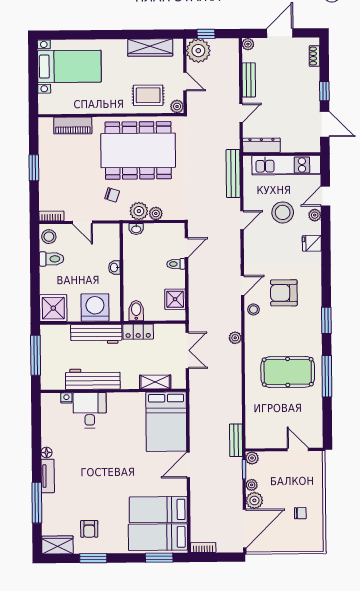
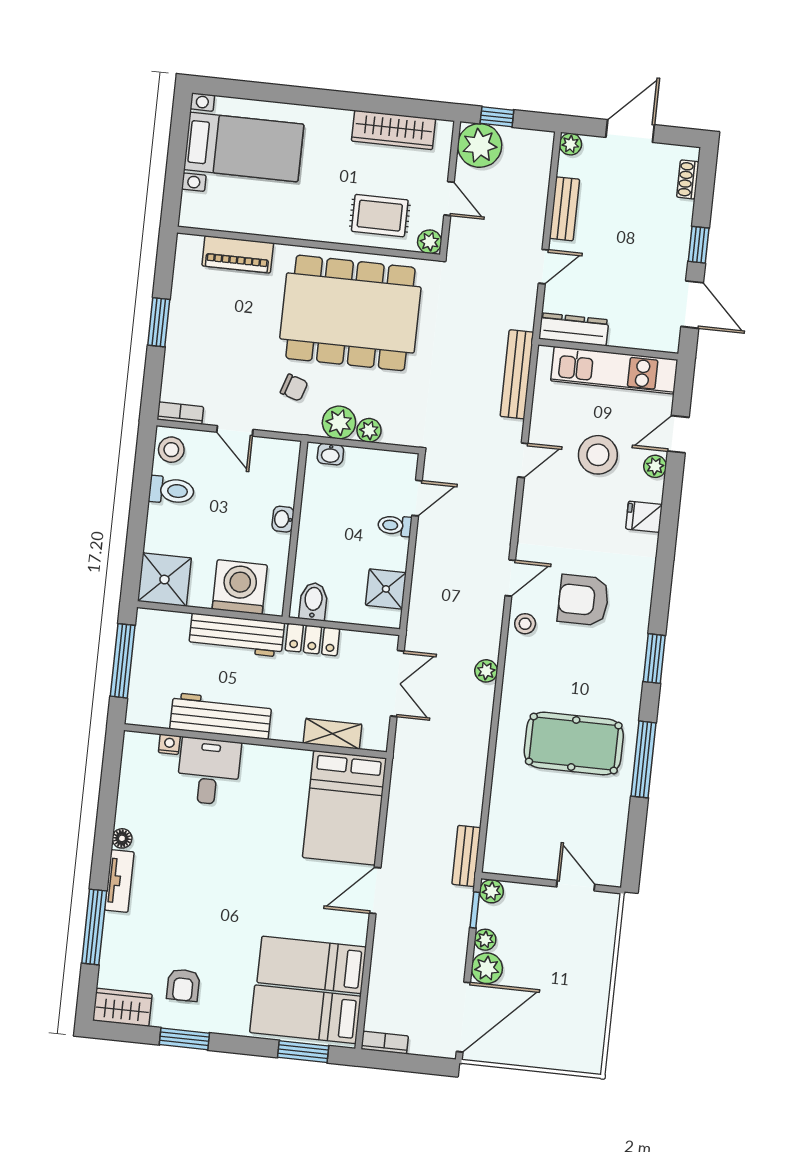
chair: (300, 513) -> (567, 1001), removed

